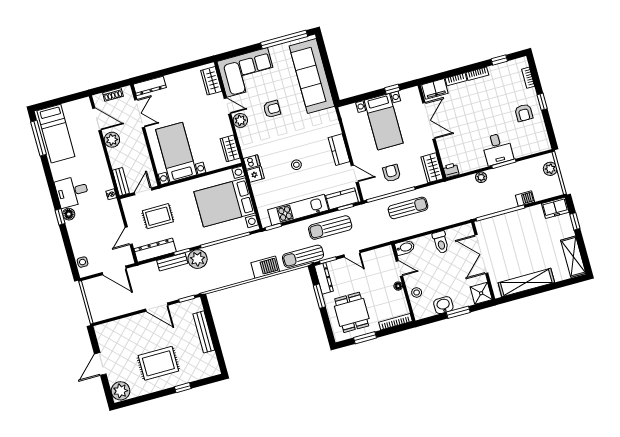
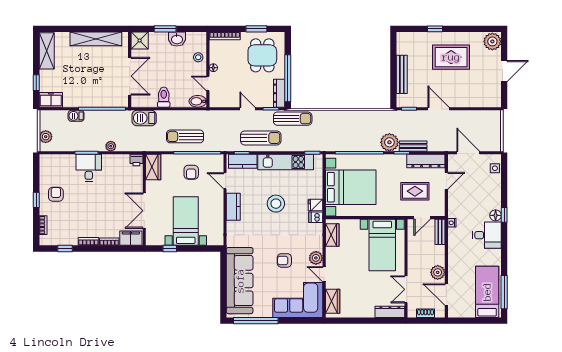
stool: (296, 165) -> (276, 204), width x1.89, depth x1.89
barbecue: (265, 267) -> (144, 118), moved
window: (319, 296) -> (288, 78), width x2.11

